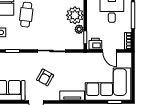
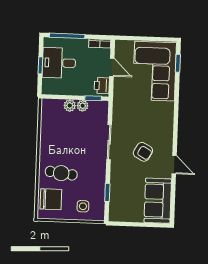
plant: (75, 15) -> (70, 106), width x0.53, depth x0.53
door: (110, 51) -> (112, 67), hinge flipped
tv unit: (72, 96) -> (168, 118), removed

